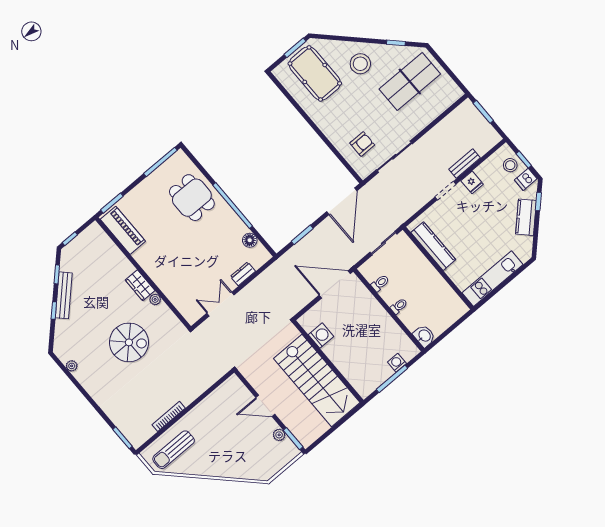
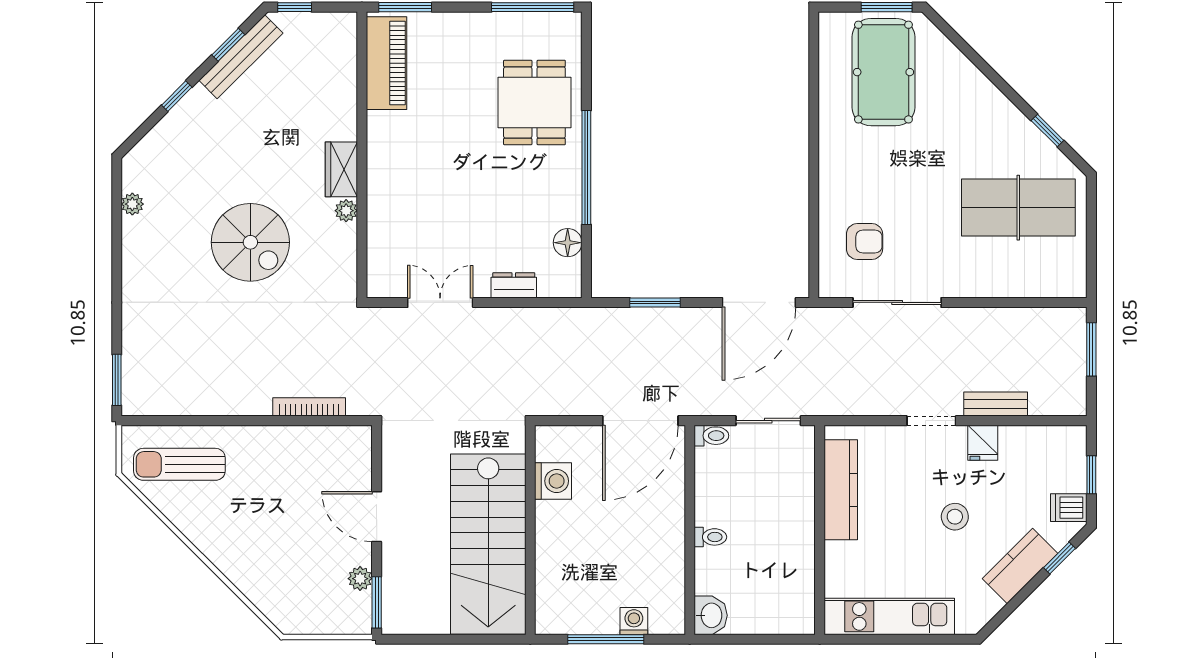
stool: (360, 64) -> (966, 116), removed
stool: (510, 165) -> (955, 517), moved
toilet: (380, 283) -> (711, 436), moved
door: (335, 284) -> (640, 421), swing flipped
bench: (64, 295) -> (241, 57), moved
bookcase: (169, 416) -> (309, 407), moved

